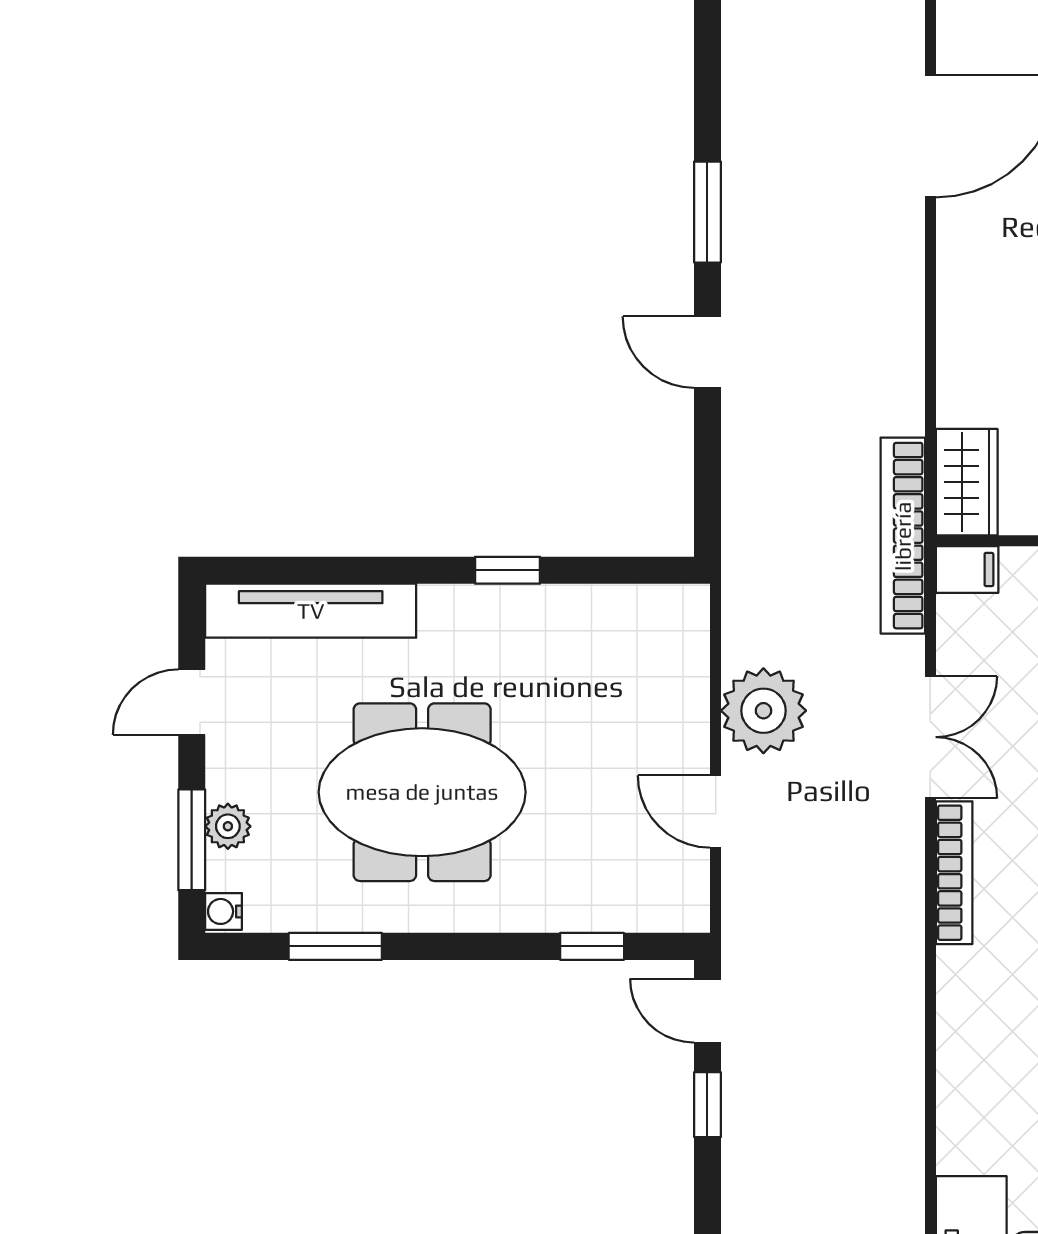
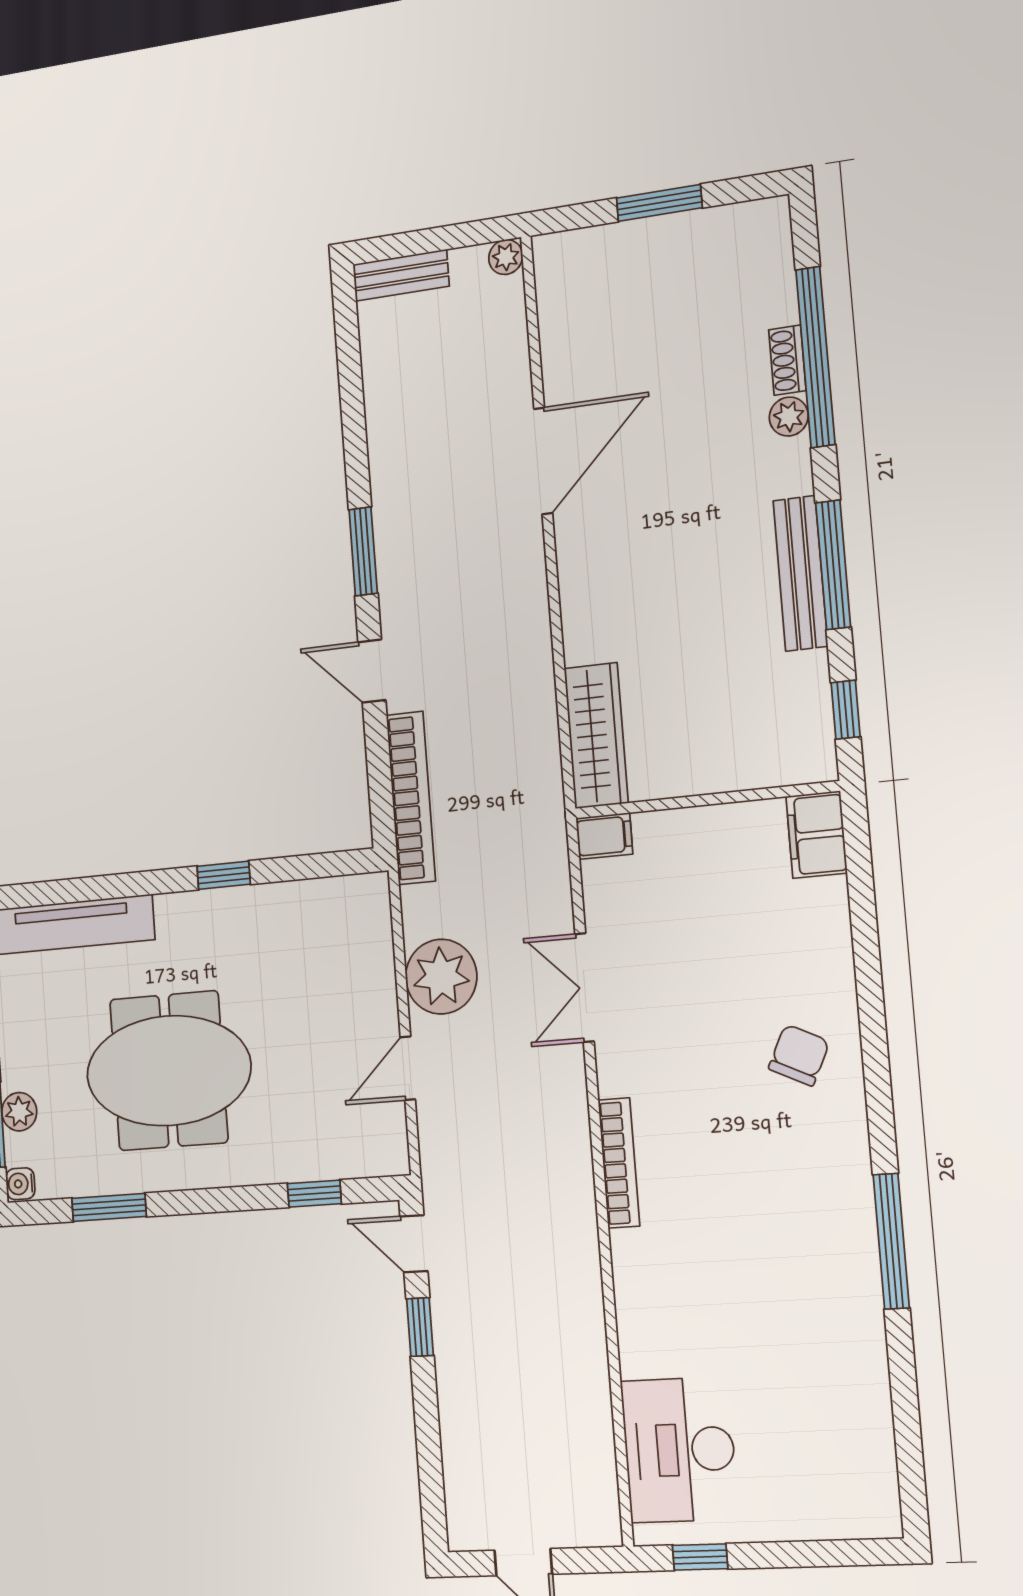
wardrobe: (967, 482) -> (596, 736), width x1.50
bookcase: (903, 536) -> (411, 798), moved, turned 180
double door: (930, 737) -> (585, 988), swing flipped
door: (716, 812) -> (408, 1068), hinge flipped
bookcase: (954, 873) -> (619, 1163), moved

